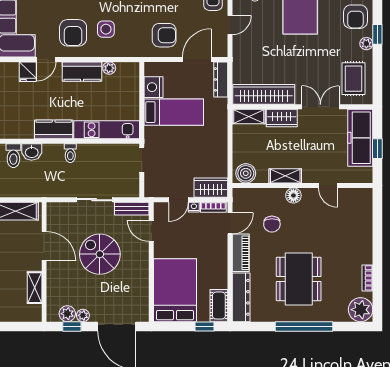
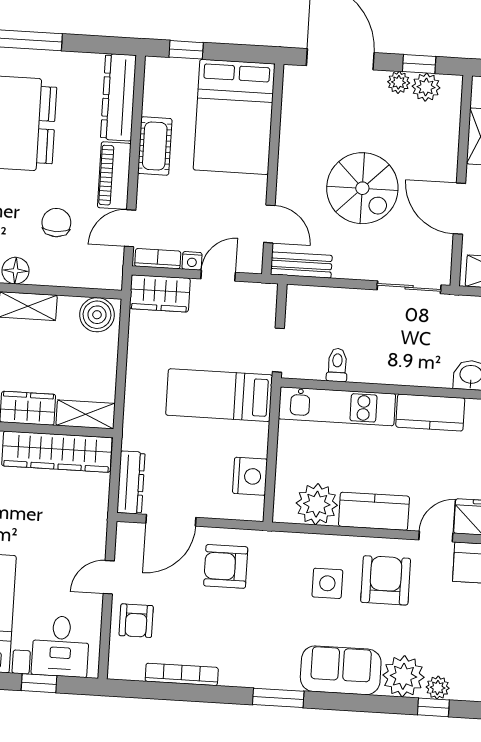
plant: (109, 68) -> (317, 504), width x1.88, depth x1.88
bed: (174, 112) -> (219, 395), moved
toilet: (70, 153) -> (337, 365), moved
sliding door: (94, 200) -> (409, 287), moved
cot: (219, 306) -> (155, 146), moved

